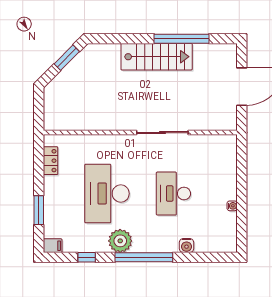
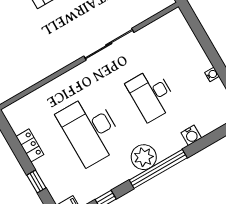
locker: (50, 161) -> (30, 145), moved
window: (39, 210) -> (36, 181), width x0.67
plant: (120, 241) -> (144, 157), moved

